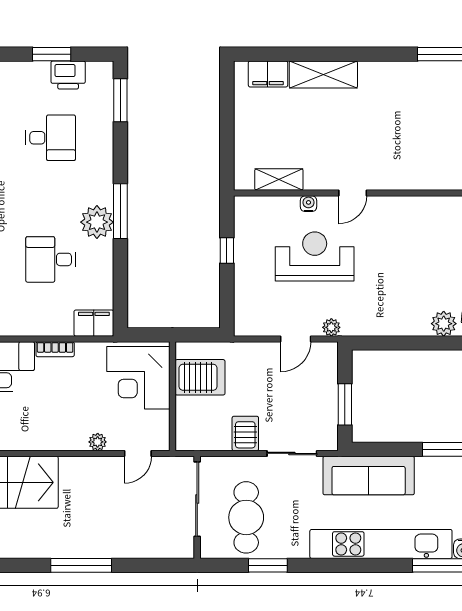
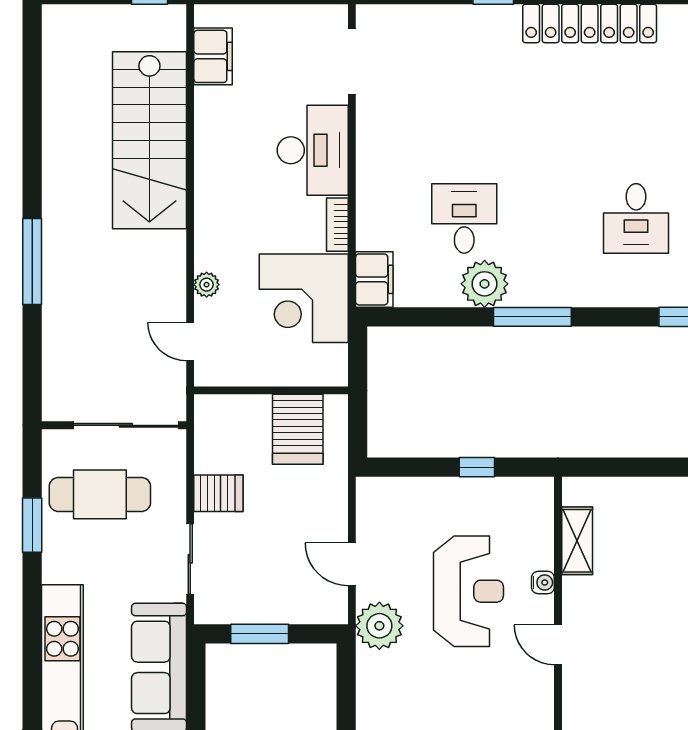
plant: (97, 222) -> (485, 284), moved
plant: (331, 327) -> (379, 626), width x1.88, depth x1.88
corner desk: (138, 378) -> (304, 298), moved, turned -90

